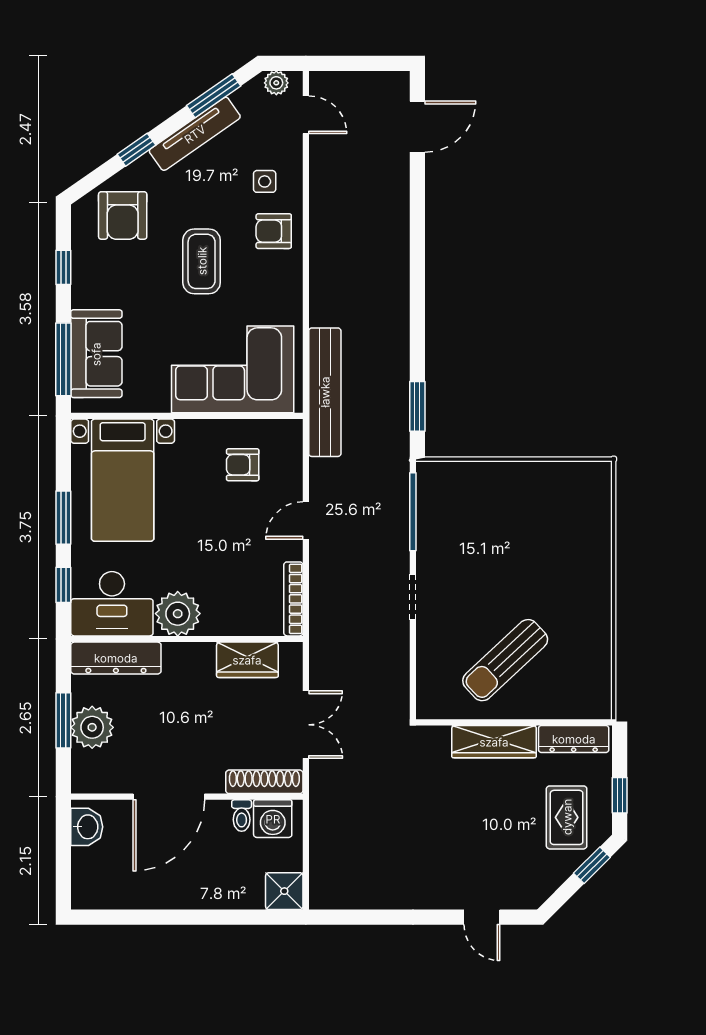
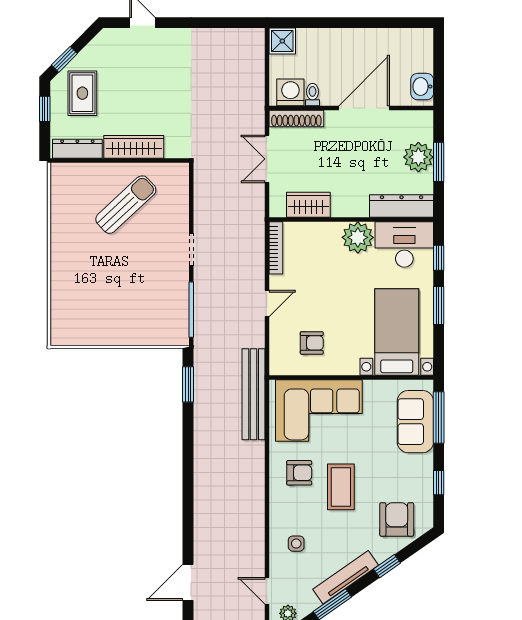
armchair: (274, 231) -> (299, 473), moved

